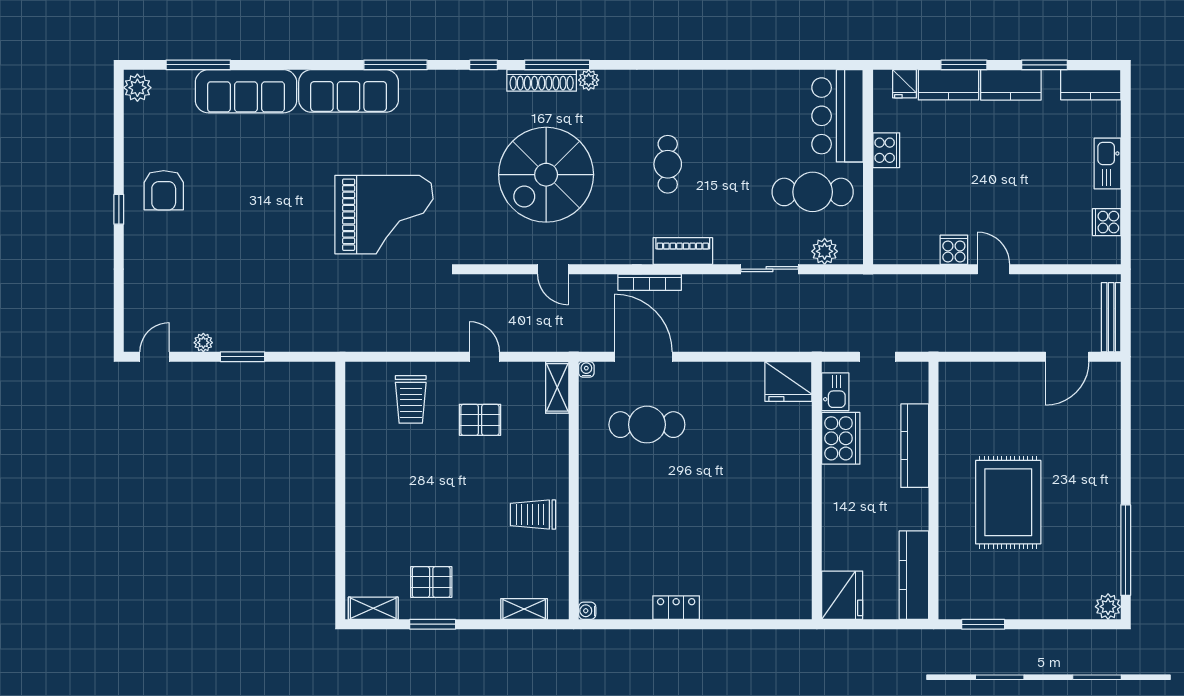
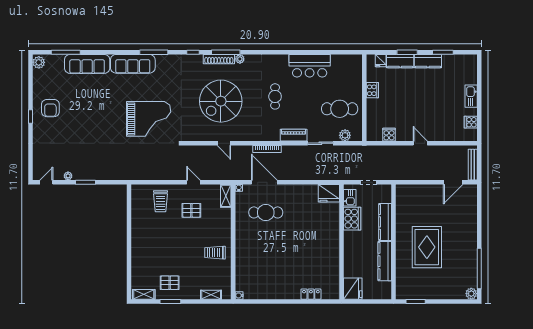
kitchen counter: (1091, 85) -> (464, 61), removed
bar counter: (837, 116) -> (310, 66), moved, turned -90
cooker: (954, 250) -> (389, 135), moved
piano: (683, 251) -> (294, 135), moved
kitchen counter: (914, 575) -> (385, 261), moved
locker: (676, 608) -> (311, 294), moved

